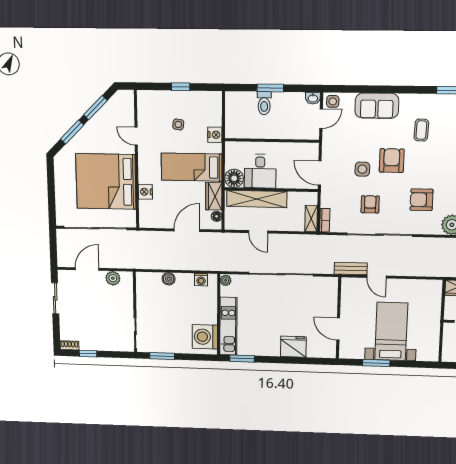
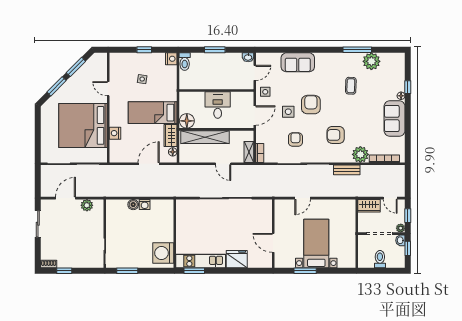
side table: (333, 101) -> (265, 92), moved
toilet: (264, 103) -> (185, 62), moved
coffee table: (421, 130) -> (351, 86), moved
nightstand: (215, 135) -> (171, 59), moved
desk: (260, 171) -> (218, 105), moved, turned 180
door: (320, 173) -> (255, 115), swing flipped
door: (258, 232) -> (223, 164), moved
bench: (351, 269) -> (347, 170), moved
door: (377, 277) -> (303, 198), hinge flipped
washing machine: (201, 280) -> (145, 204), moved
plant: (226, 280) -> (180, 205), removed
kitchen unit: (228, 326) -> (201, 261), moved, turned -90

